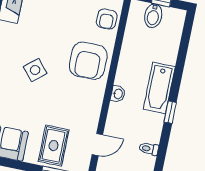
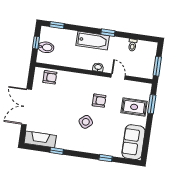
window: (186, 34) -> (57, 25), added
armchair: (88, 61) -> (99, 101), moved, width x0.53, depth x0.53
door: (97, 145) -> (118, 77), moved

